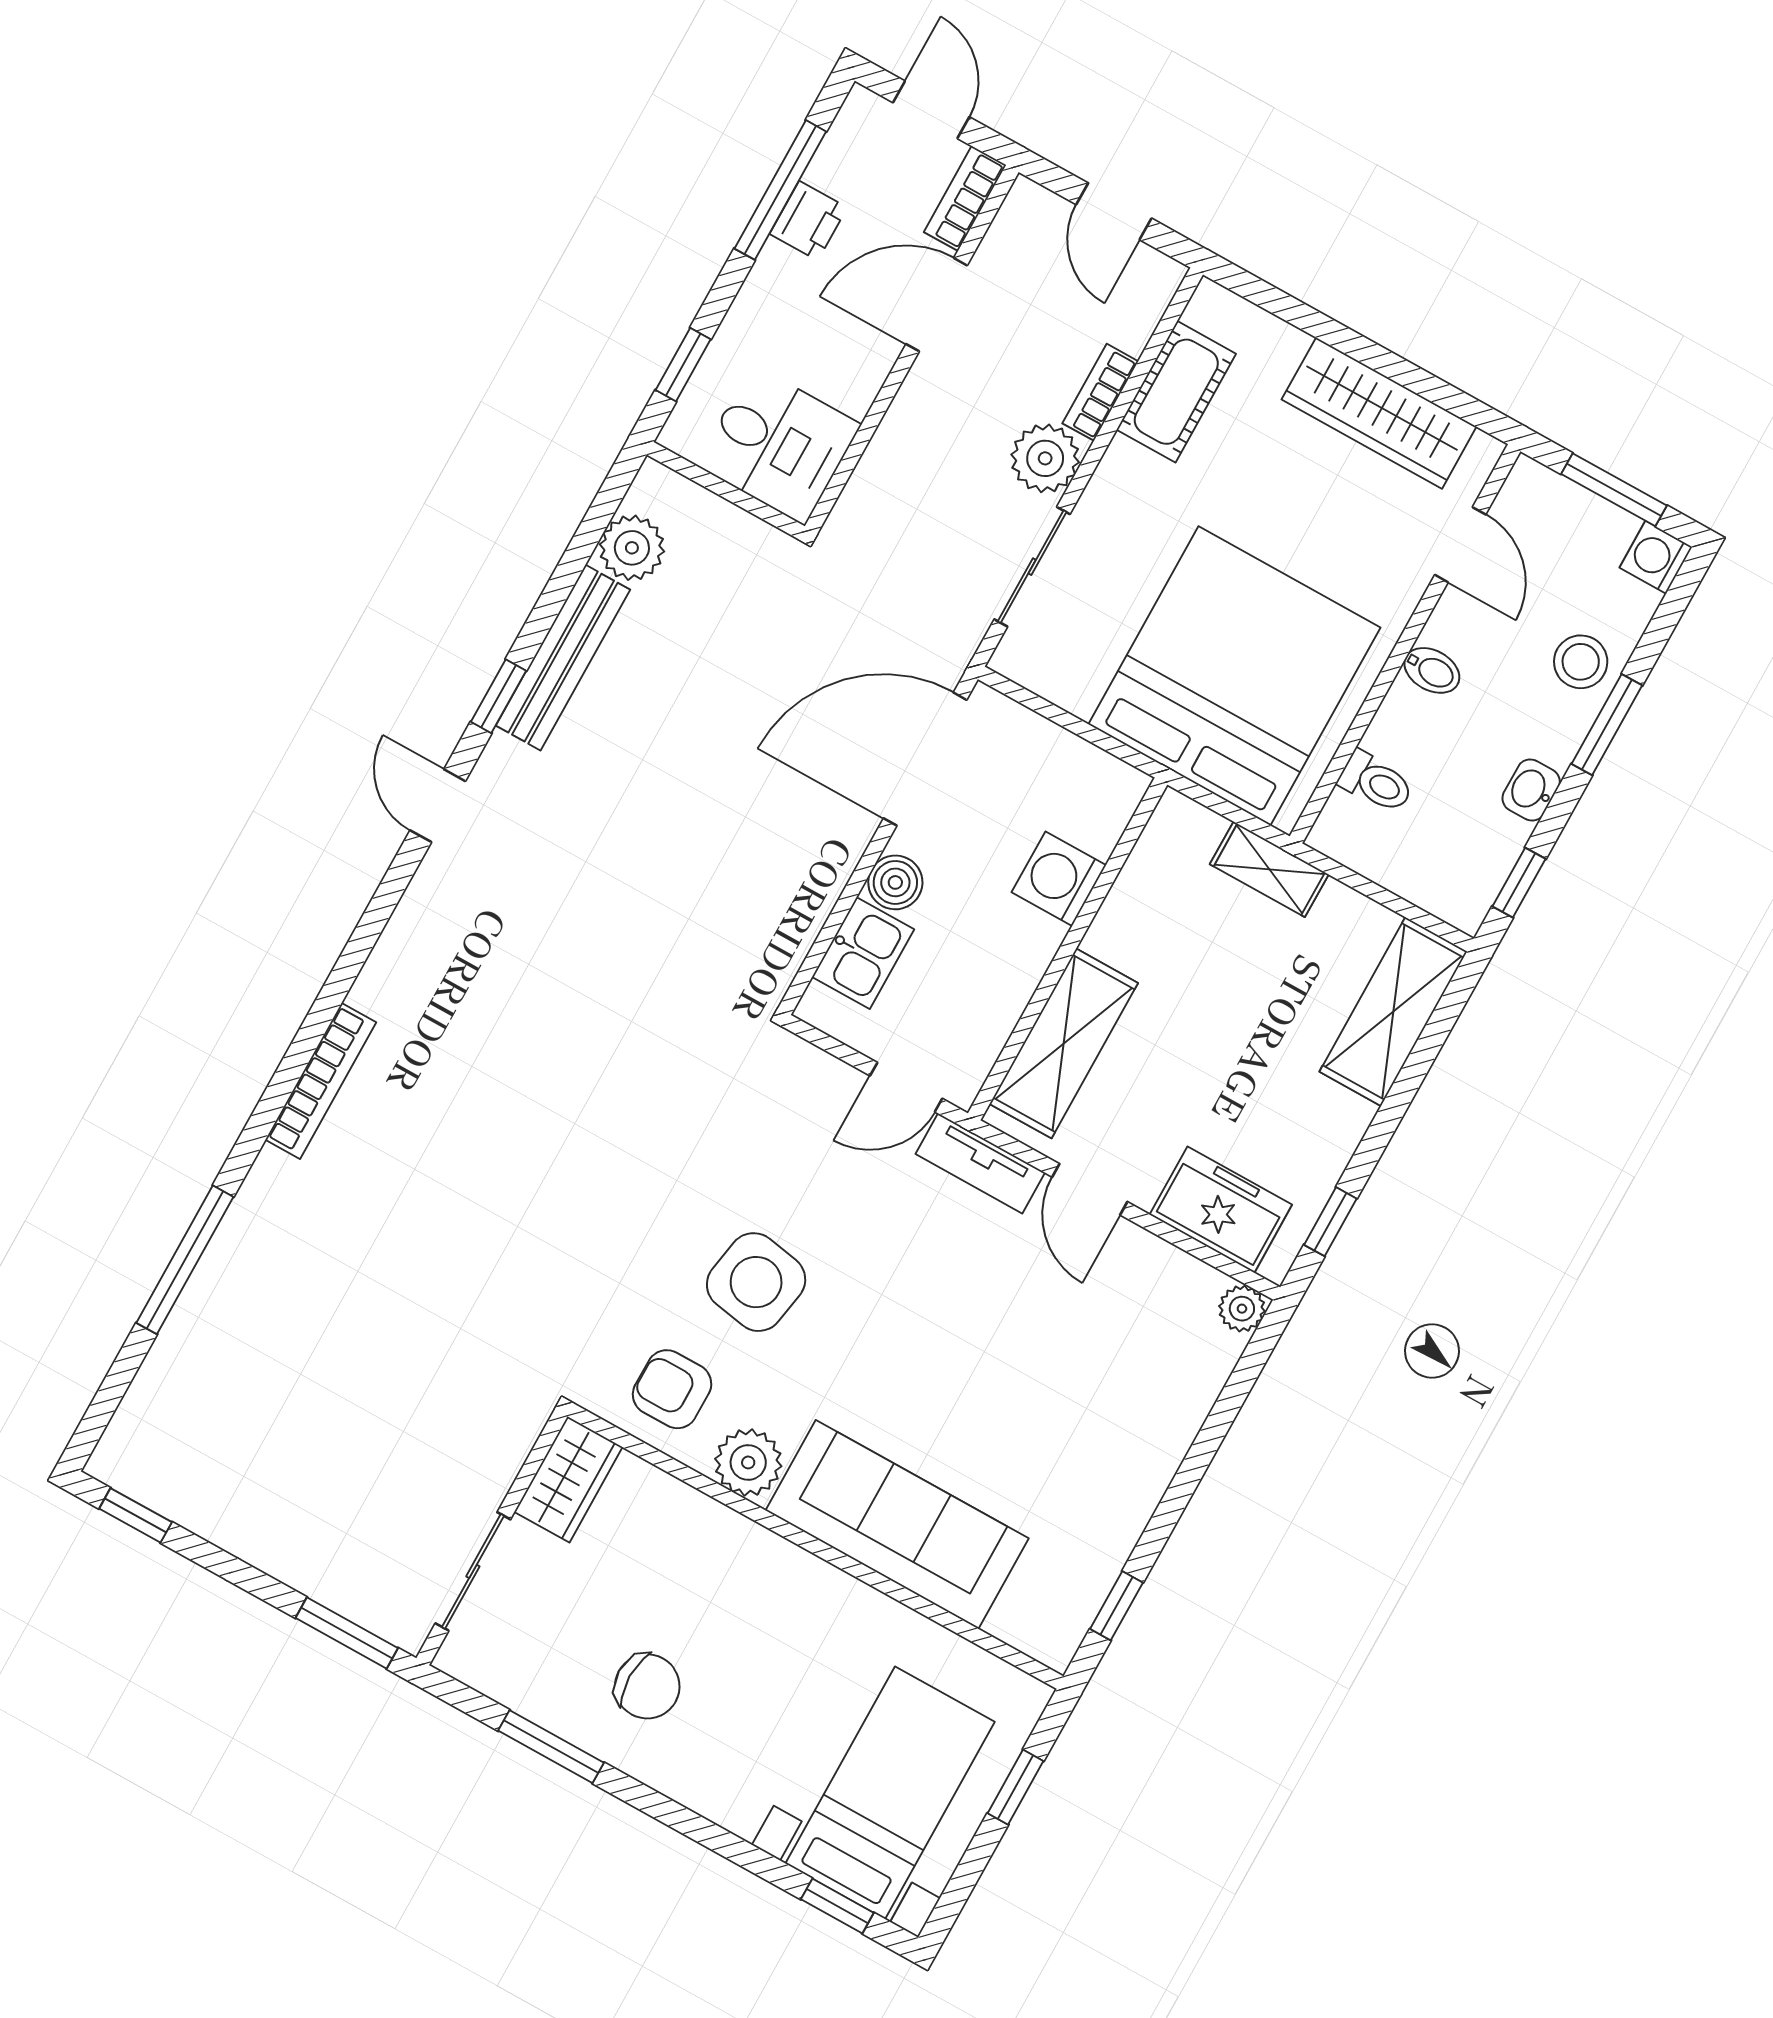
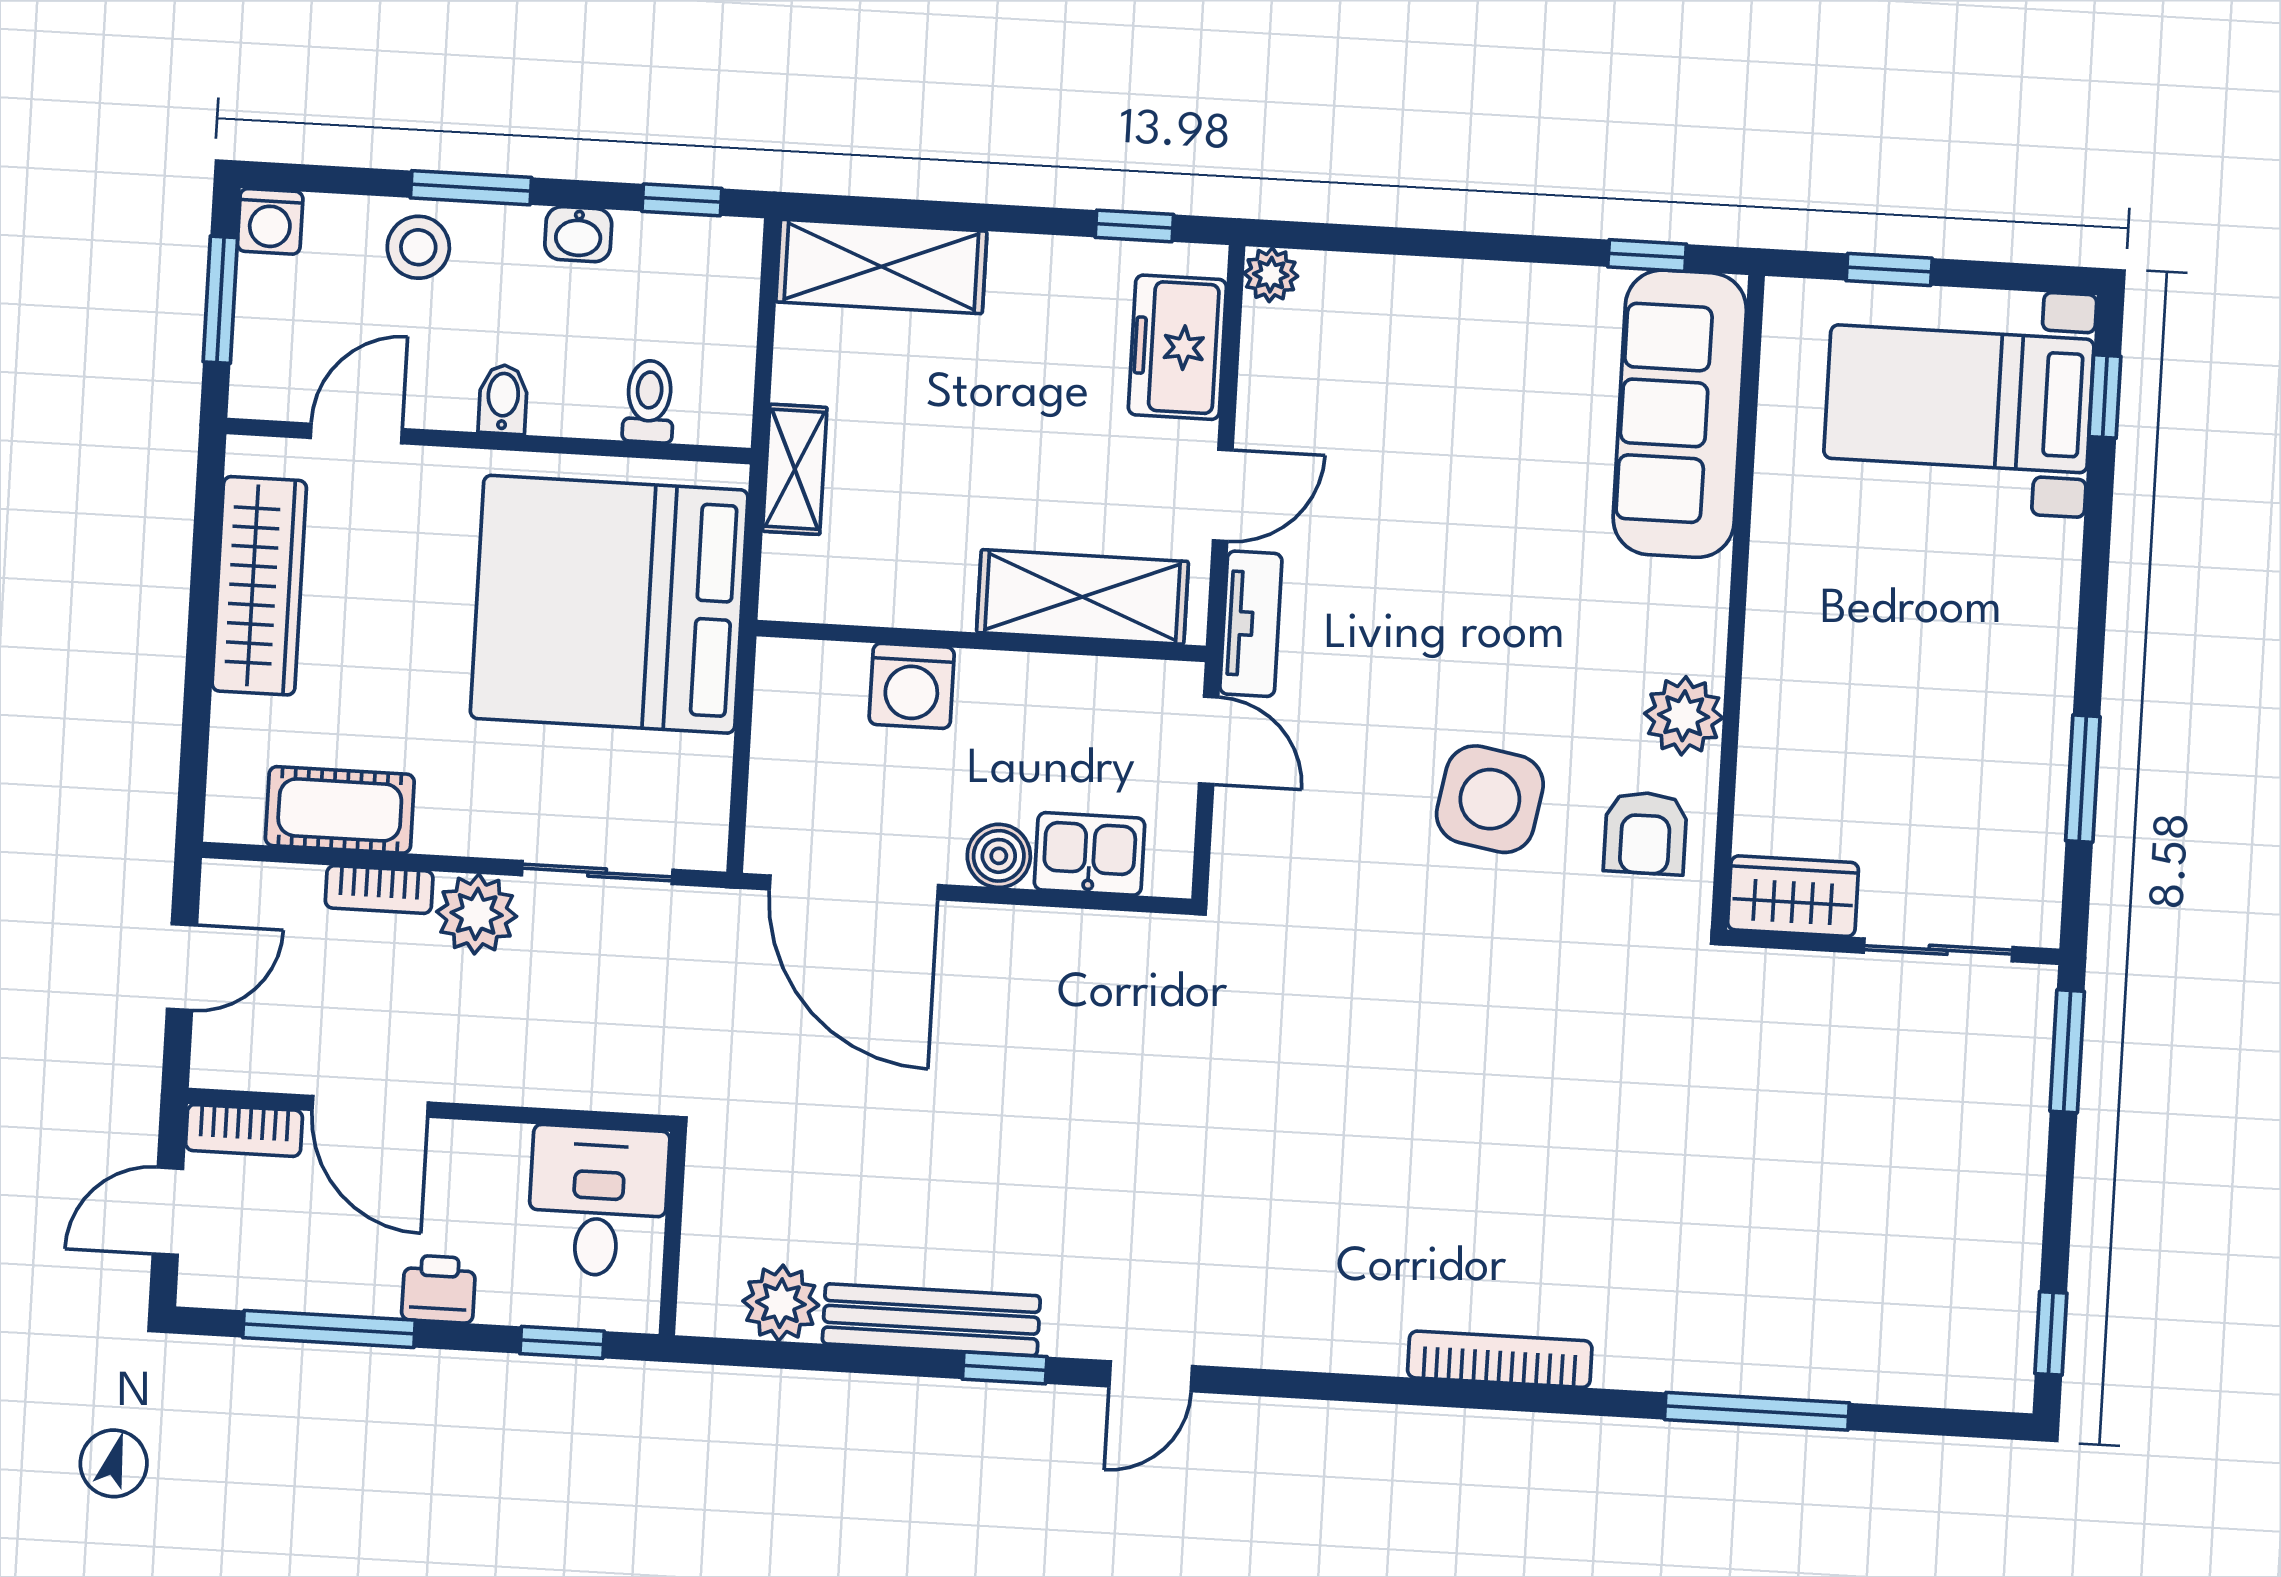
printer: (808, 221) -> (439, 1289), moved
sofa: (897, 1524) -> (1680, 414), moved
chair: (647, 1686) -> (1970, 708), removed

